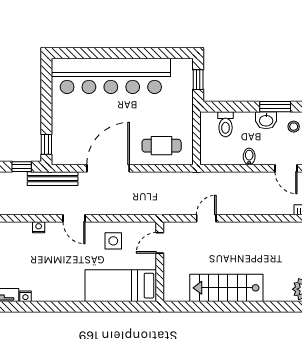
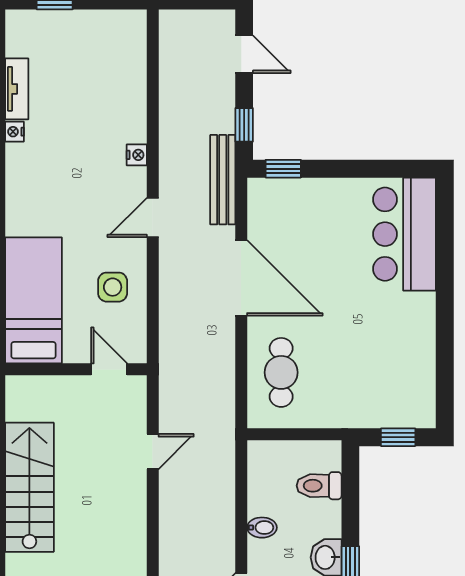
bar counter: (111, 76) -> (404, 234), width x0.54
door: (206, 218) -> (153, 452), hinge flipped

